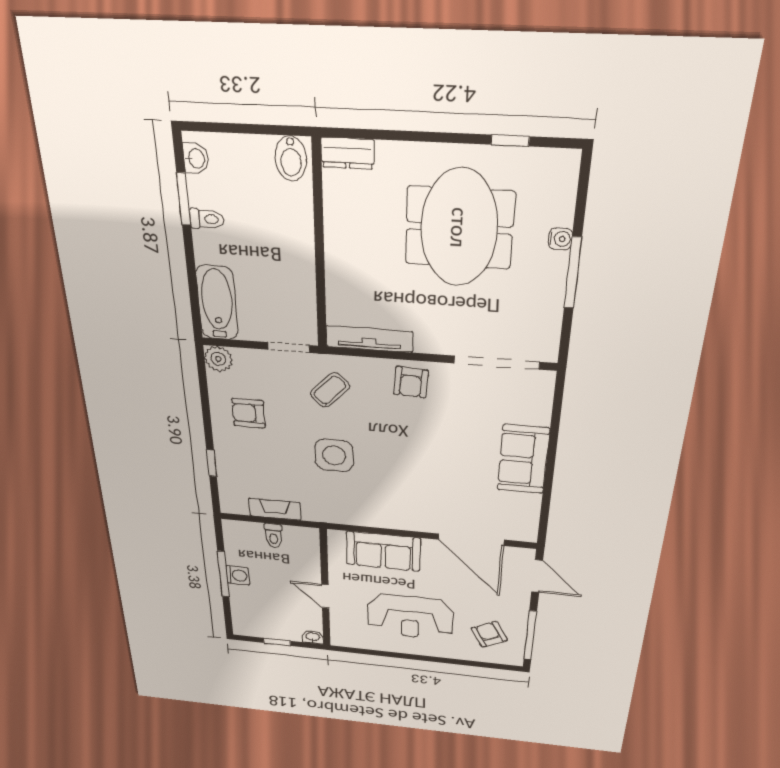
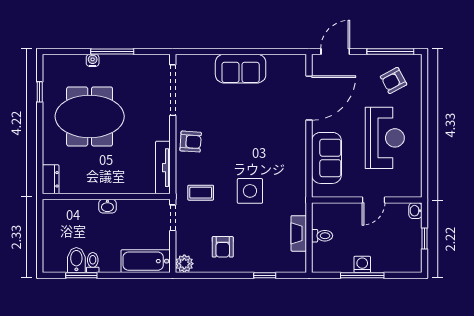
washbasin: (196, 159) -> (107, 206), moved, turned 180
bidet: (291, 159) -> (76, 260), moved, turned -90
coffee table: (330, 390) -> (201, 193), turned -43

